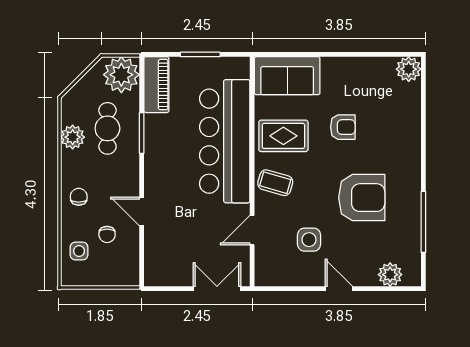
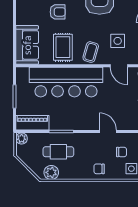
plant: (121, 75) -> (22, 139), width x0.53, depth x0.53
armchair: (343, 127) -> (58, 12), turned 90
plant: (73, 137) -> (51, 172), moved
door: (142, 212) -> (108, 131), swing flipped
side table: (309, 240) -> (118, 41), moved

